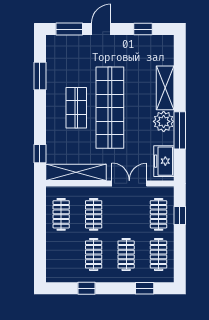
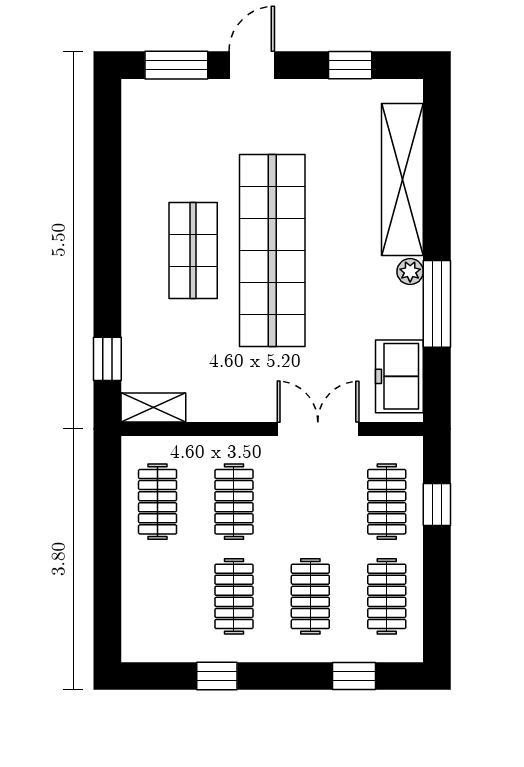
window: (40, 76) -> (107, 176), removed
shelving: (165, 88) -> (402, 180), width x1.47
plant: (164, 121) -> (410, 272), width x0.53, depth x0.53
shelving: (76, 172) -> (153, 408), width x0.45, depth x0.75

